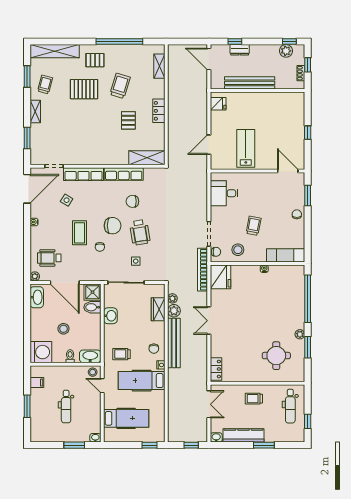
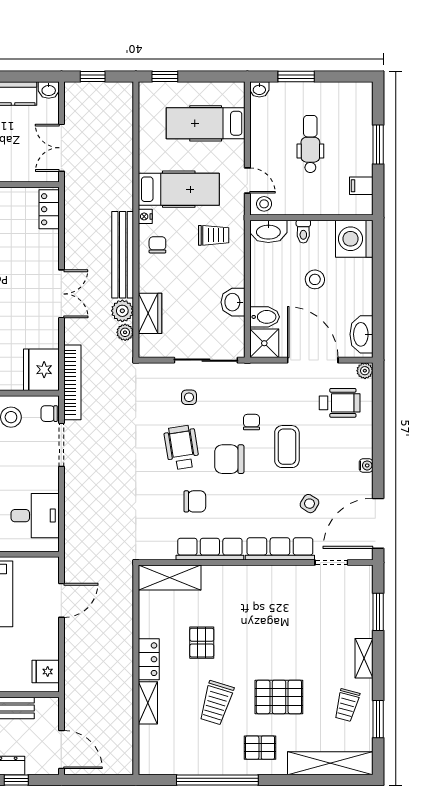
shelving: (159, 66) -> (148, 703), moved

